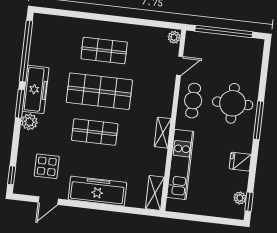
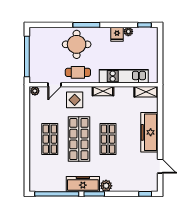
door: (180, 66) -> (55, 85), swing flipped
display table: (47, 166) -> (75, 100), moved
plant: (240, 198) -> (128, 32), moved

